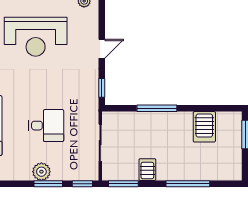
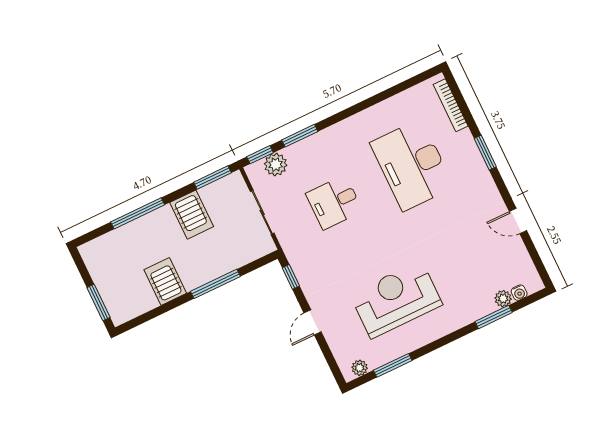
server rack: (204, 127) -> (165, 282), moved
server rack: (147, 170) -> (192, 215), width x1.36, depth x1.44
plant: (41, 172) -> (276, 165), moved

